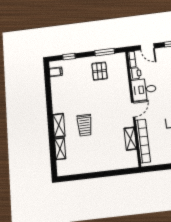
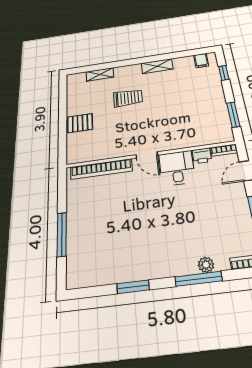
pallet: (100, 71) -> (80, 123), moved
shelving: (59, 125) -> (157, 66), moved
trolley: (85, 125) -> (128, 98), turned 180
shelving: (130, 139) -> (106, 153), removed

